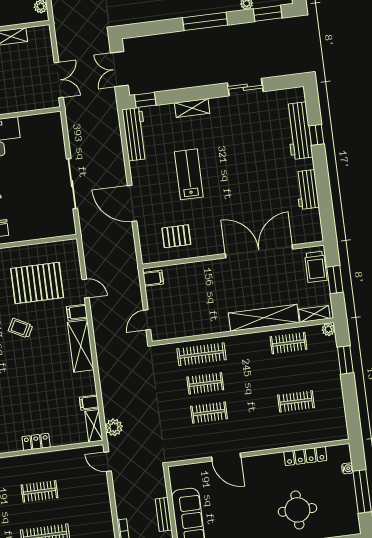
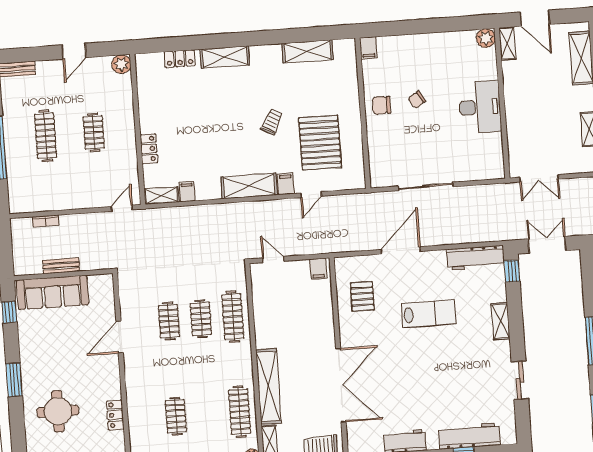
clothes rail: (288, 343) -> (240, 412), width x1.36
plant: (114, 427) -> (159, 217), removed
locker: (36, 442) -> (149, 149), moved
locker: (305, 456) -> (115, 415), width x0.66

